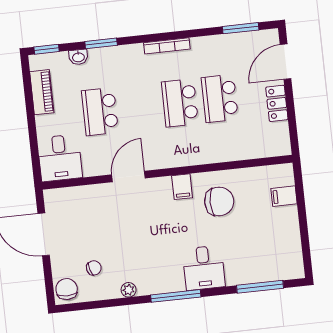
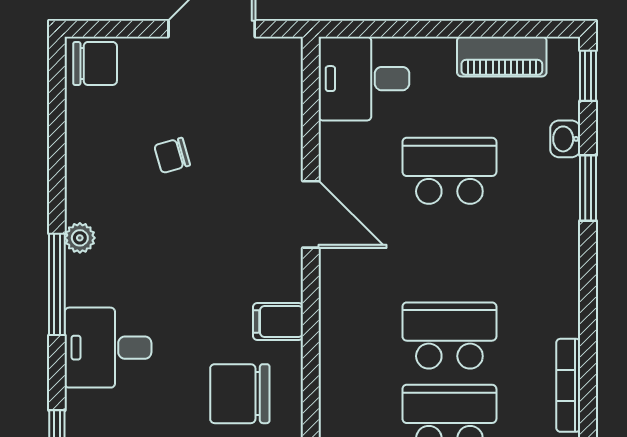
bookcase: (167, 46) -> (568, 385), moved
chair: (219, 201) -> (240, 394), turned 89
chair: (94, 268) -> (172, 155), moved, turned 90
plant: (129, 290) -> (80, 238), moved

